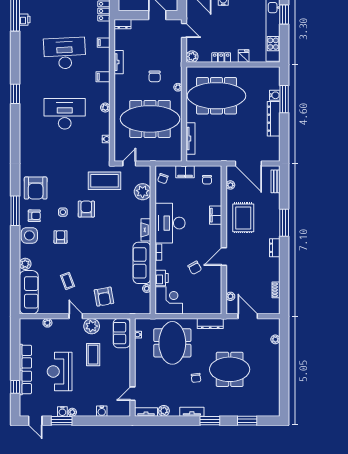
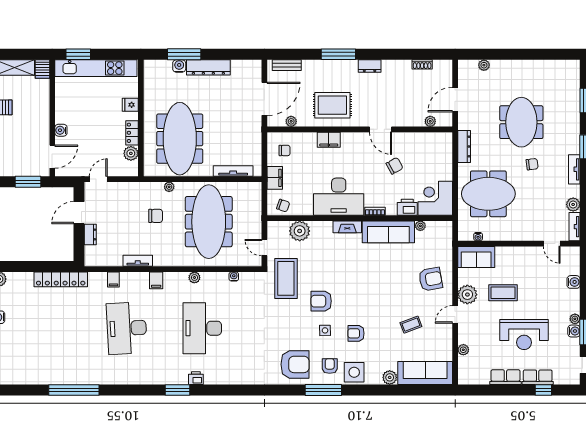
printer: (25, 20) -> (196, 378), moved
dresser: (123, 24) -> (90, 234), moved
plant: (192, 57) -> (131, 153), moved

